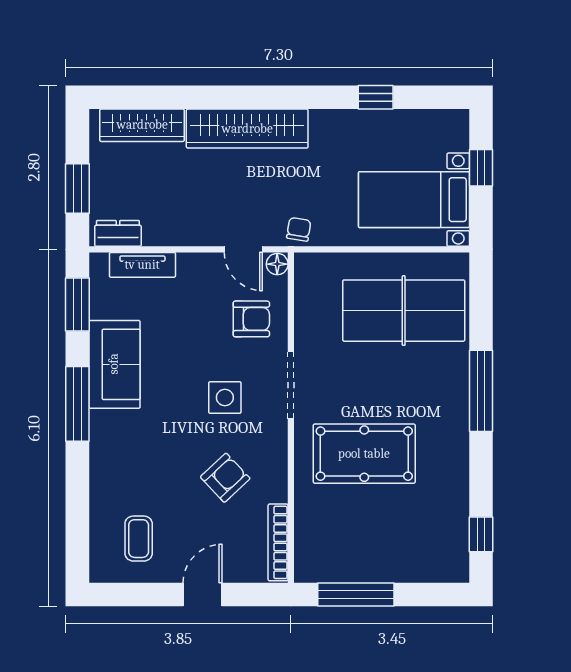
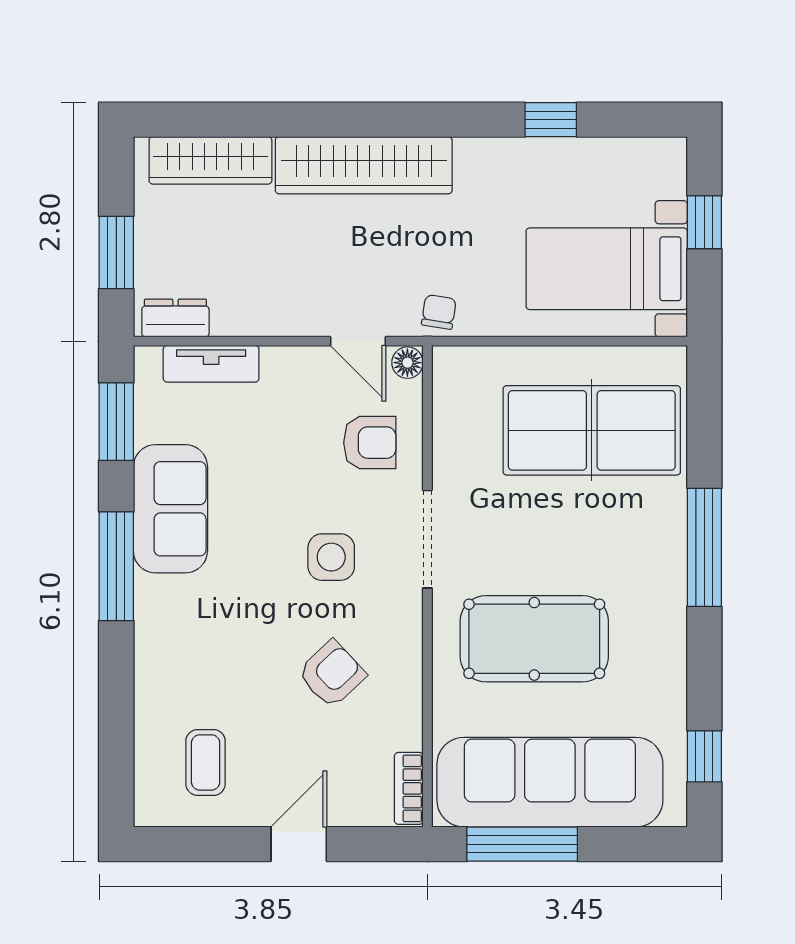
bookcase: (278, 542) -> (409, 788), width x0.64
sofa: (375, 552) -> (550, 782), added

